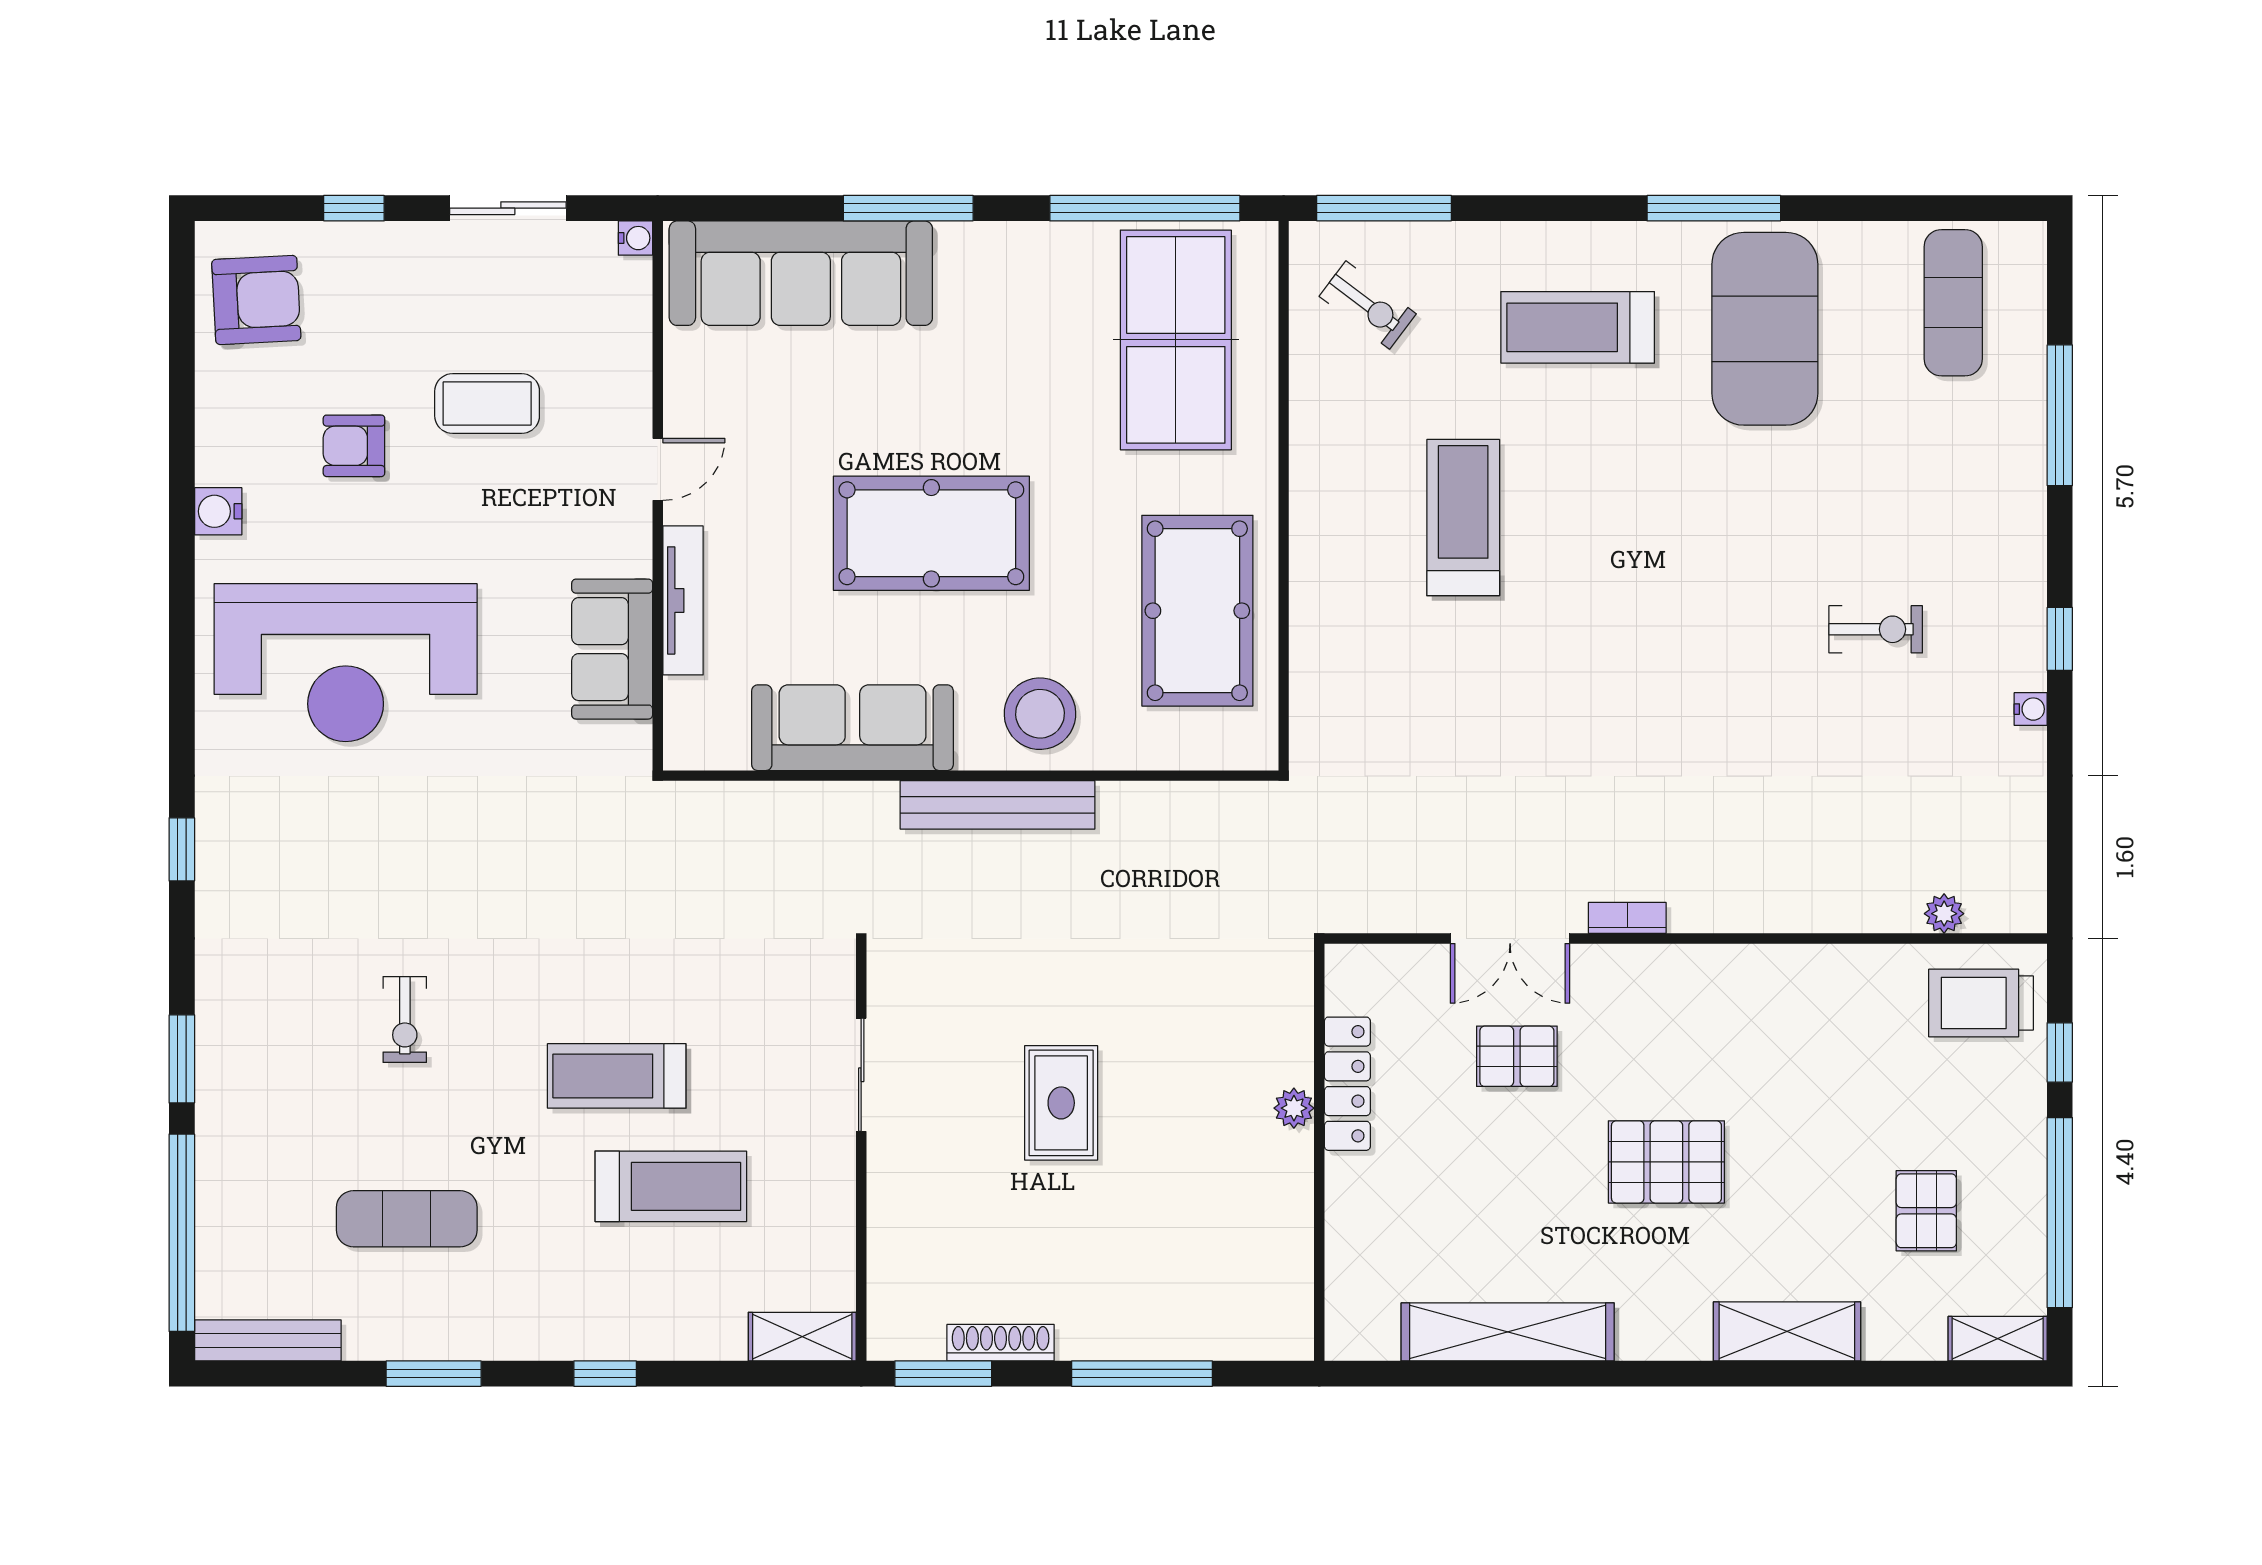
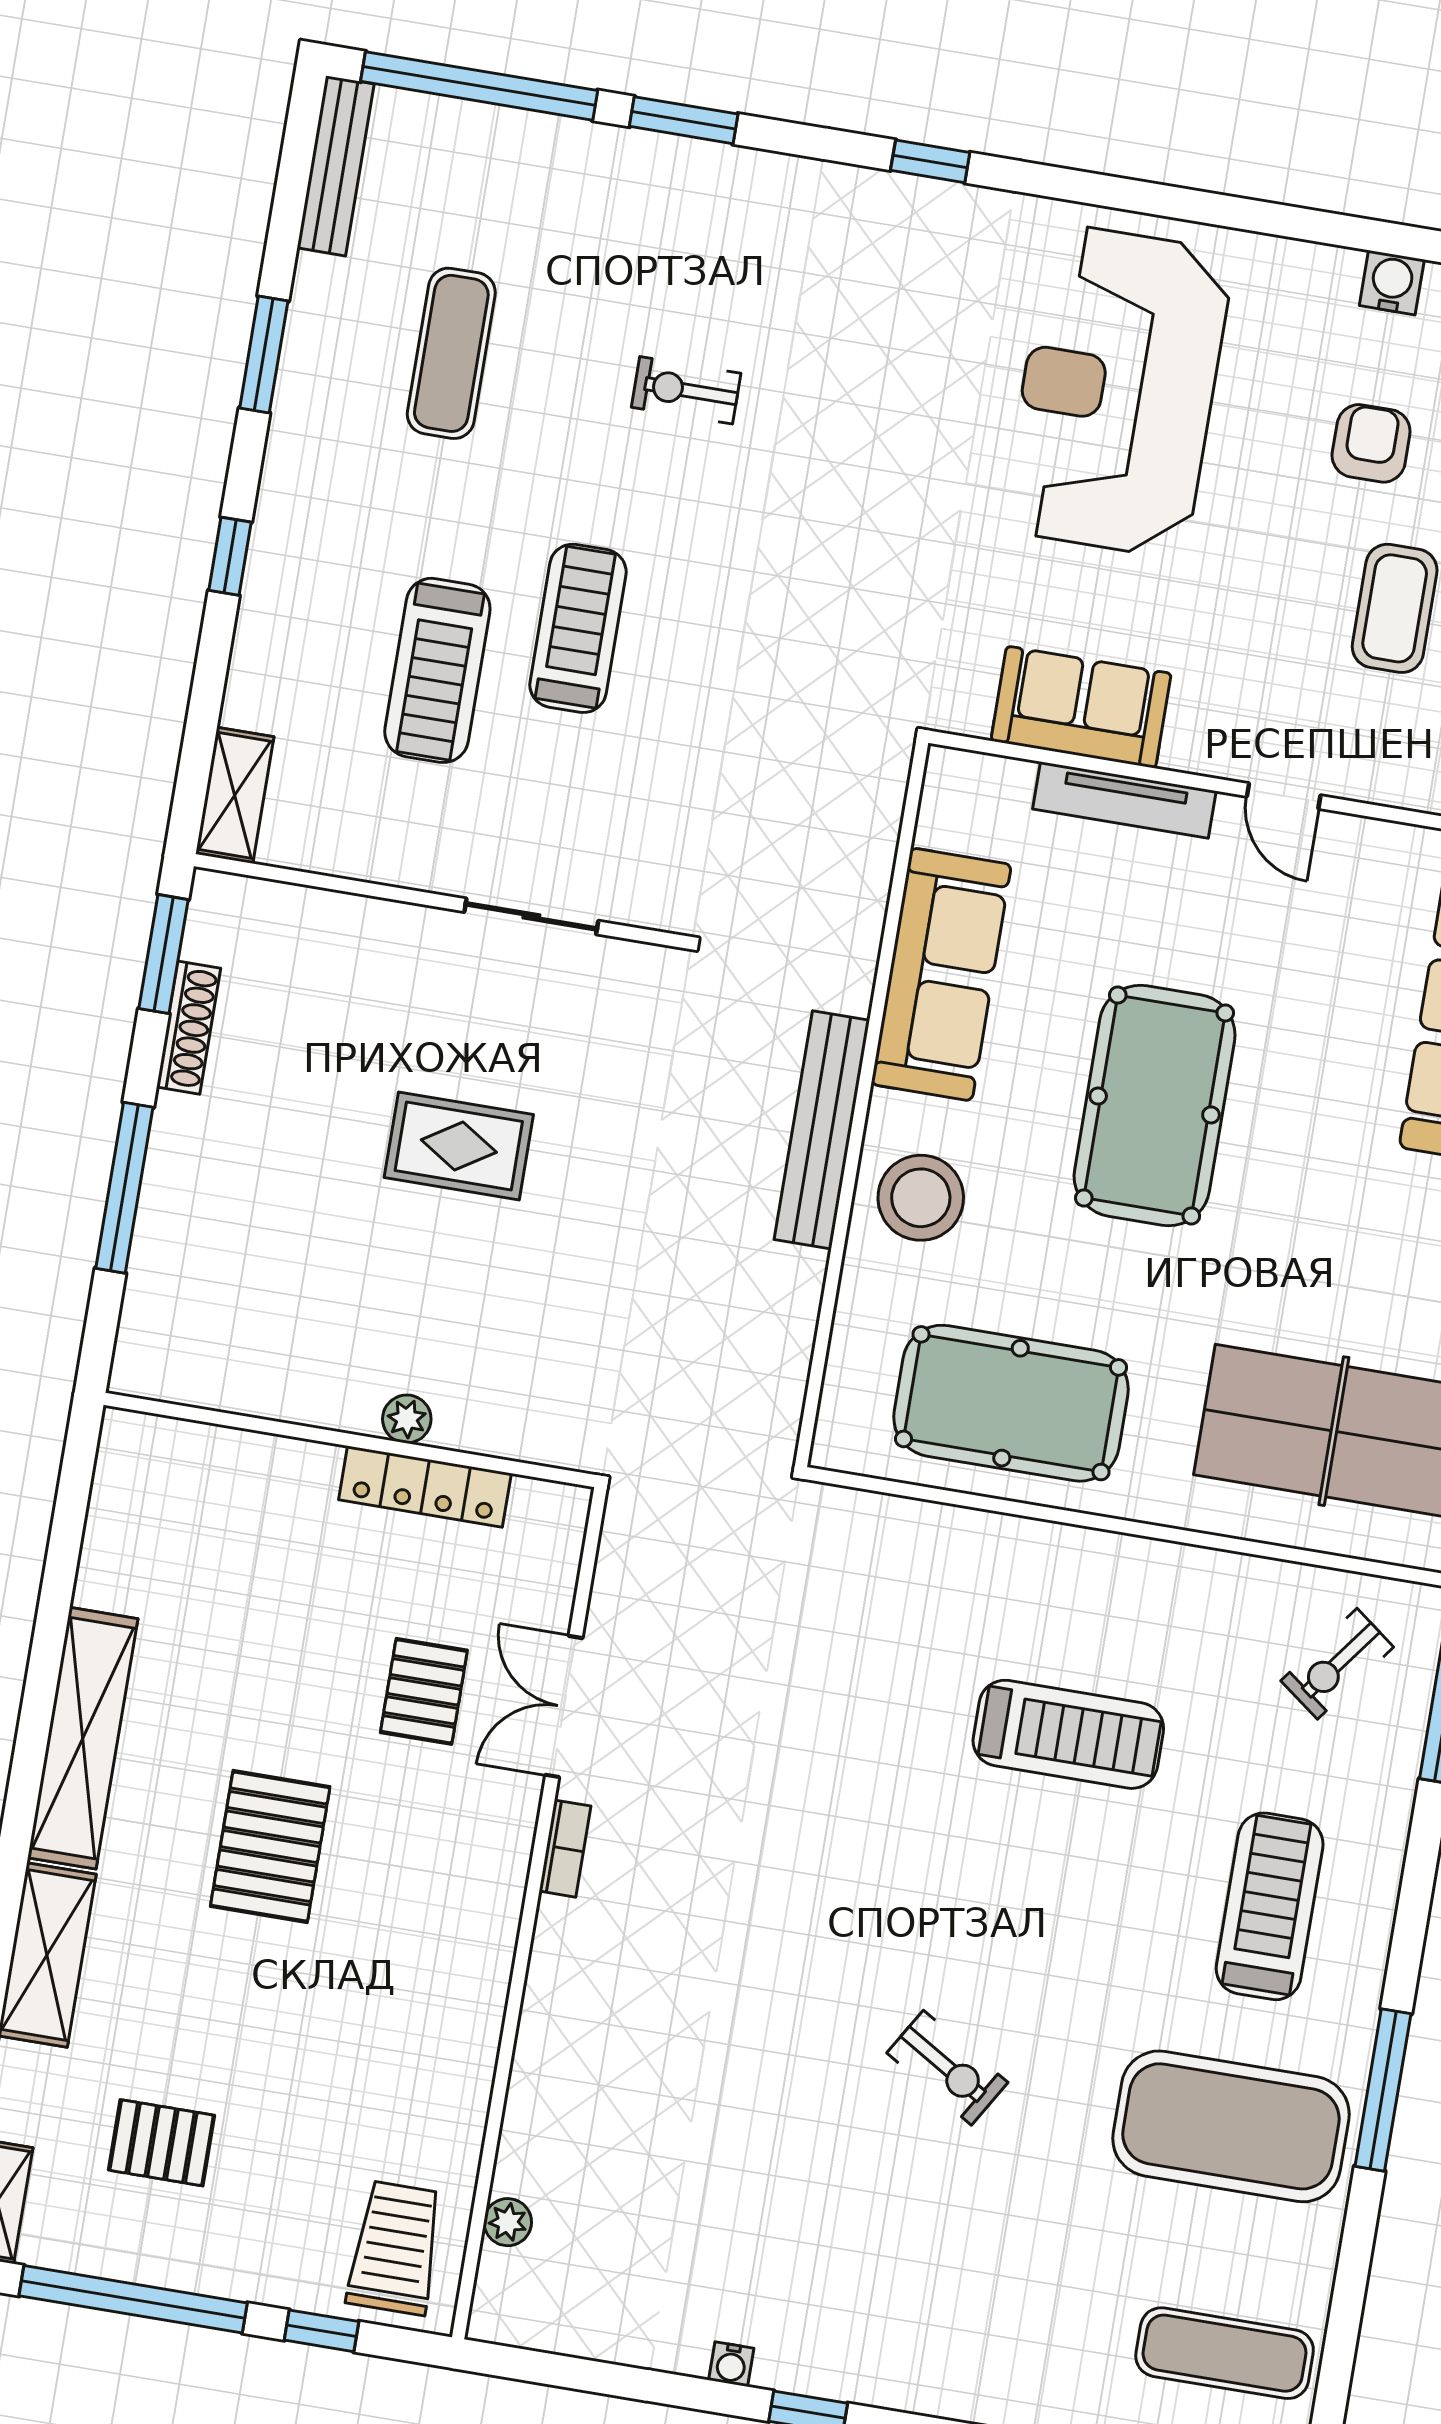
water cooler: (218, 511) -> (1392, 283), moved
exercise bike: (1876, 629) -> (947, 2068), moved, turned -59
shelving: (1508, 1332) -> (83, 1738), moved

